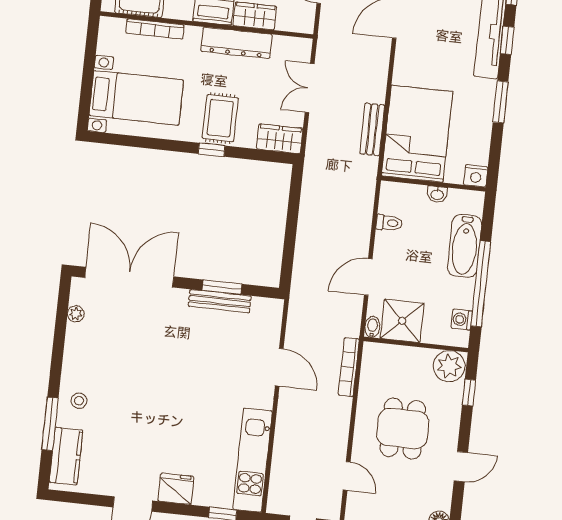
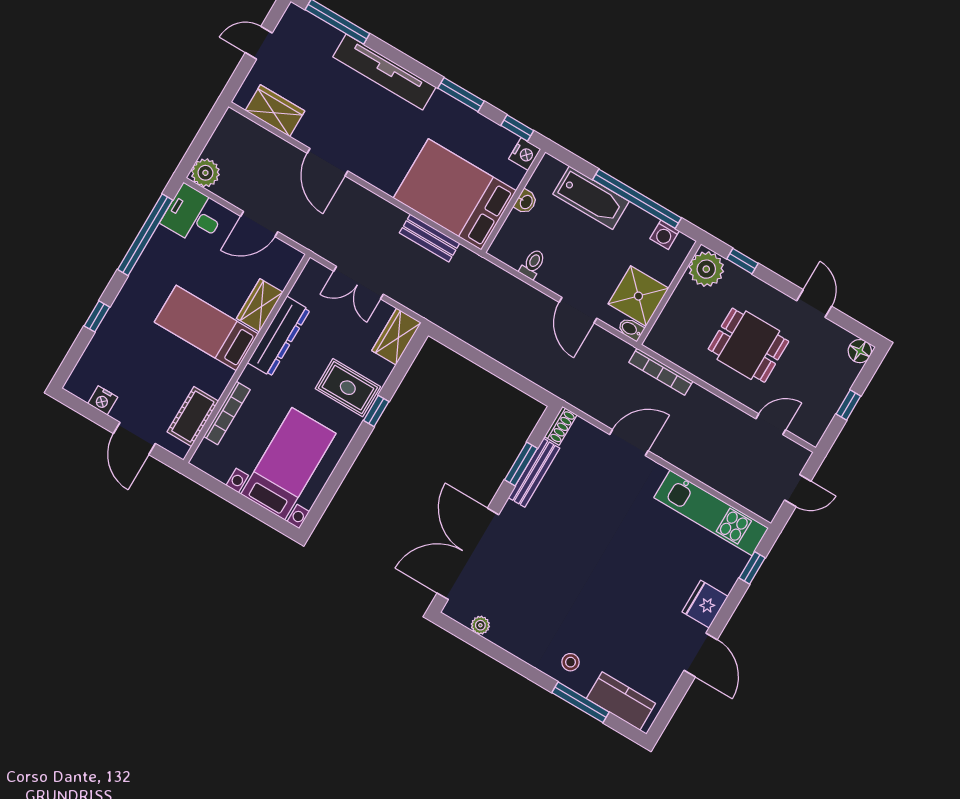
window: (507, 40) -> (517, 128), moved
shoe rack: (268, 305) -> (561, 426), added

